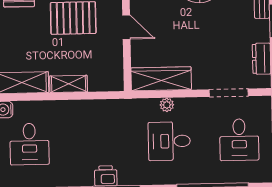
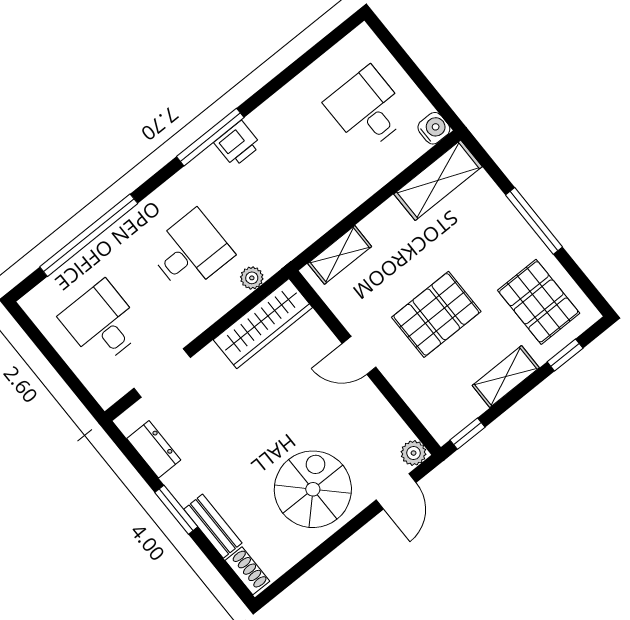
shelving: (69, 84) -> (340, 255), moved
plant: (167, 105) -> (252, 278), moved

